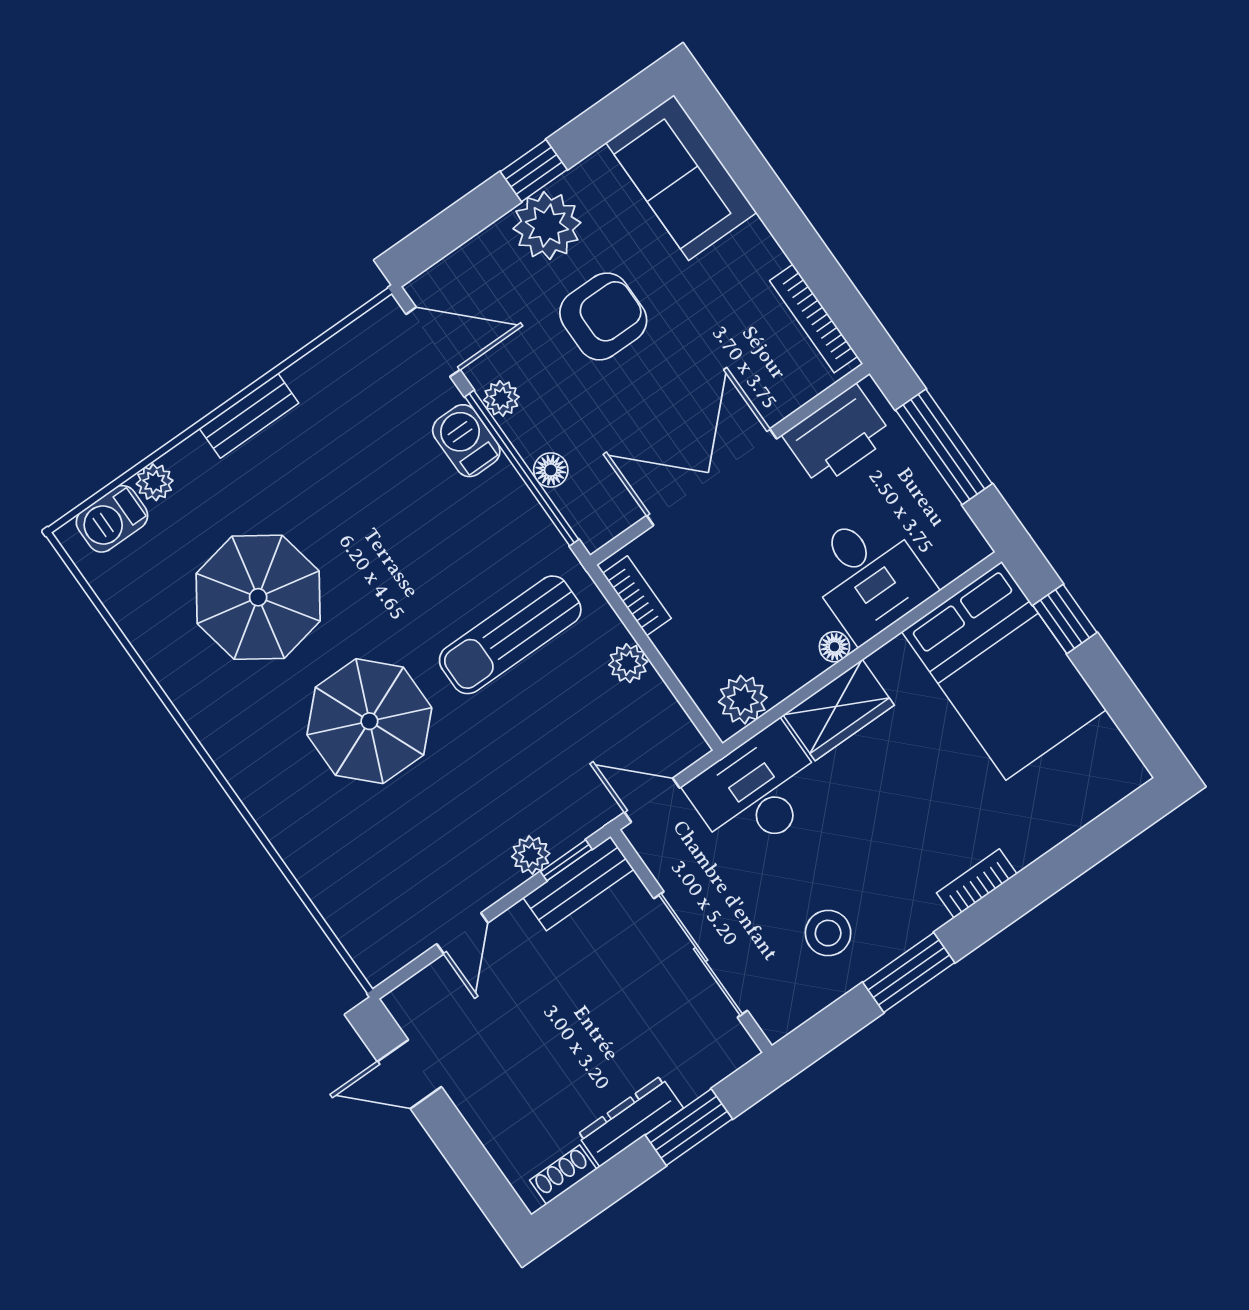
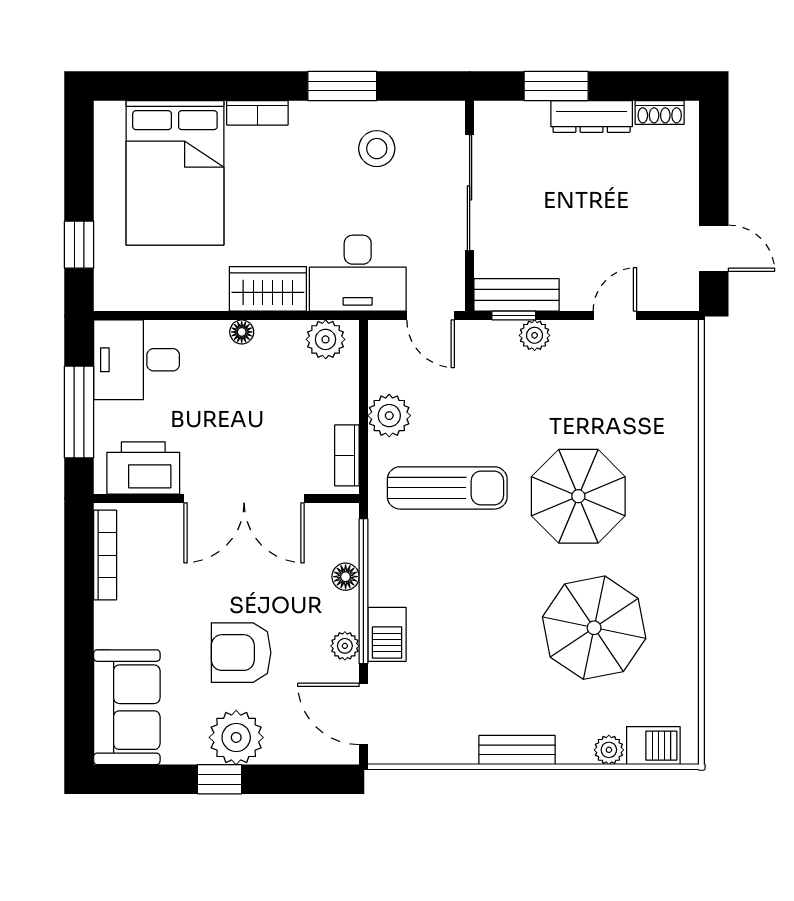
desk: (868, 575) -> (137, 360), moved, turned -90
plant: (628, 663) -> (389, 416), width x1.38, depth x1.38
bed: (1004, 671) -> (175, 173), moved, turned 180

